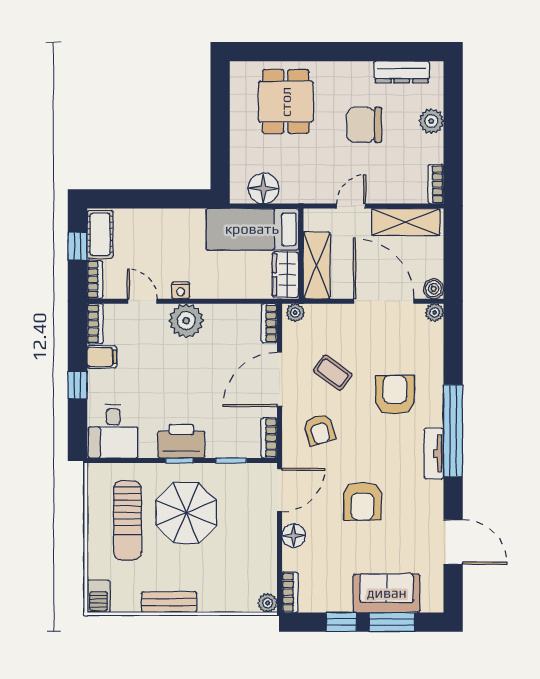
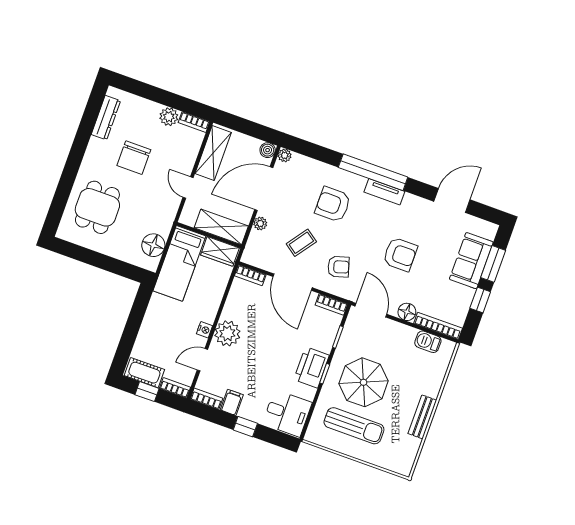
dining table: (286, 102) -> (97, 207), turned 90
plant: (431, 121) -> (169, 117), moved
plant: (295, 313) -> (260, 223), moved
bookcase: (290, 592) -> (438, 326), width x1.56
barbecue: (99, 596) -> (428, 342), moved, turned 180
plant: (268, 603) -> (448, 347), removed

